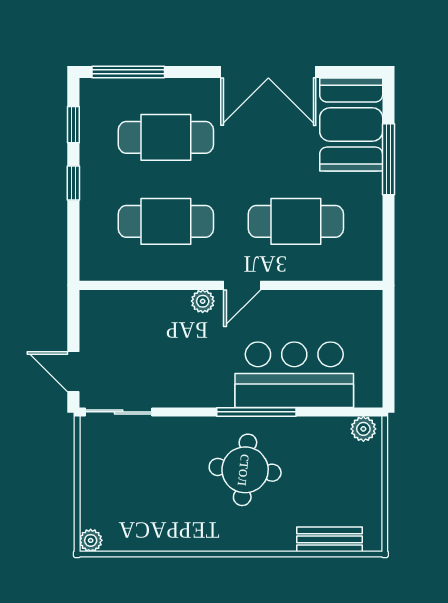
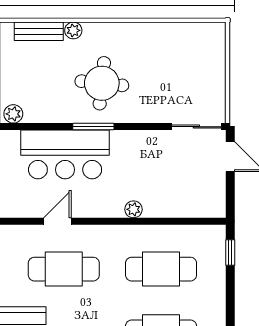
window: (73, 183) -> (230, 253), moved
door: (242, 285) -> (57, 221), moved
window: (256, 412) -> (93, 127), width x0.69
plant: (91, 540) -> (73, 30), moved

